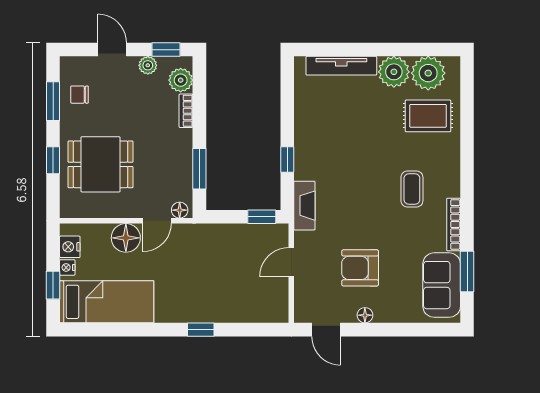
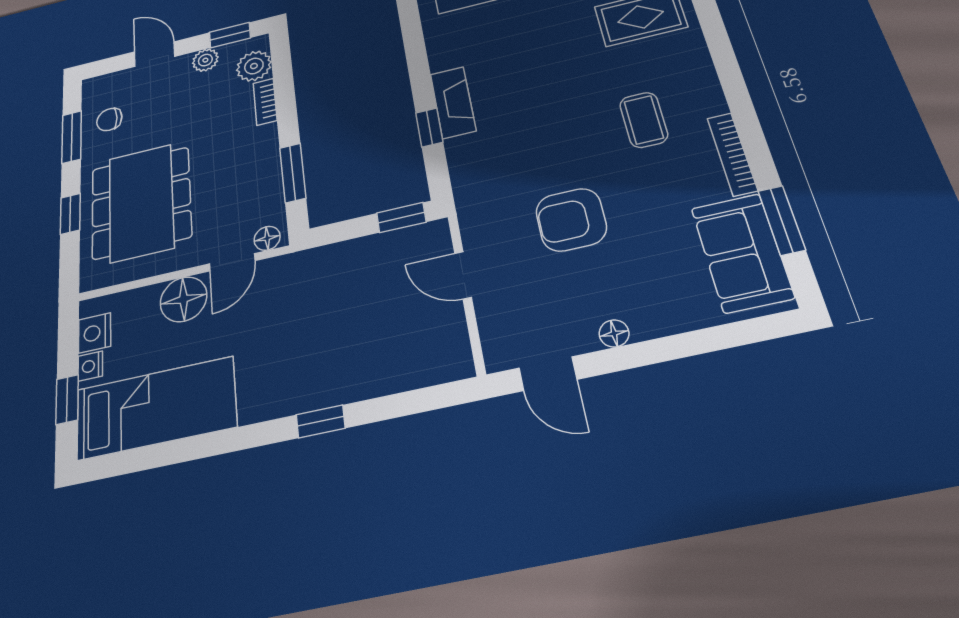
dining table: (101, 164) -> (141, 203), width x1.38
fireplace: (304, 206) -> (453, 102), moved
door: (291, 262) -> (463, 275), hinge flipped
armchair: (360, 268) -> (571, 220), moved

